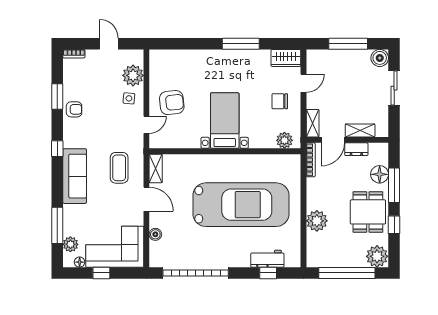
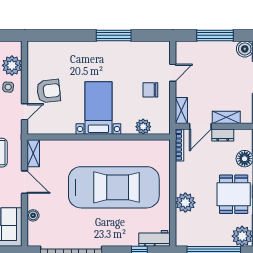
wardrobe: (286, 58) -> (156, 49), removed
plant: (284, 140) -> (143, 127), moved
workbench: (267, 259) -> (154, 238), moved

